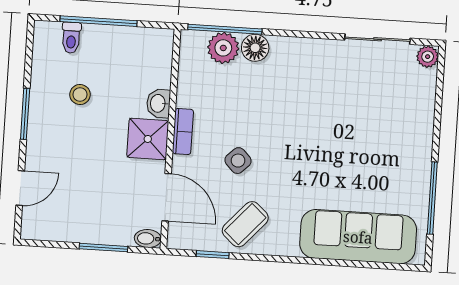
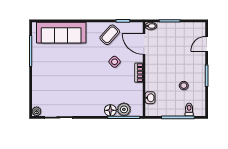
washbasin: (158, 103) -> (150, 98), moved
shower: (148, 139) -> (154, 68), removed

